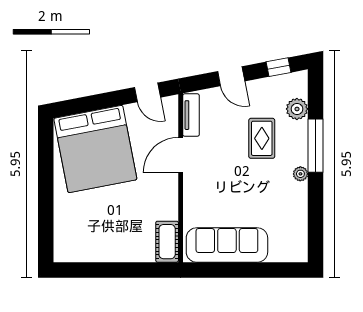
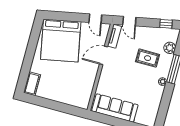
door: (231, 76) -> (129, 21), moved
rug: (262, 138) -> (148, 58), turned 90
cot: (167, 242) -> (32, 84), moved

